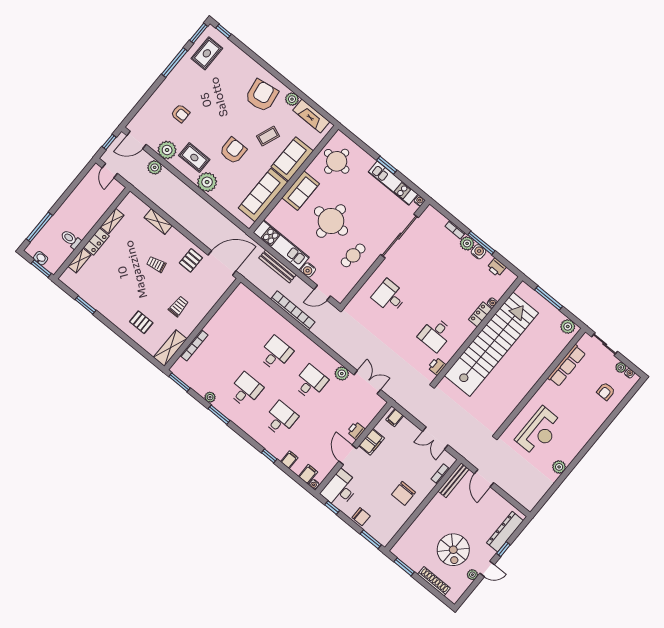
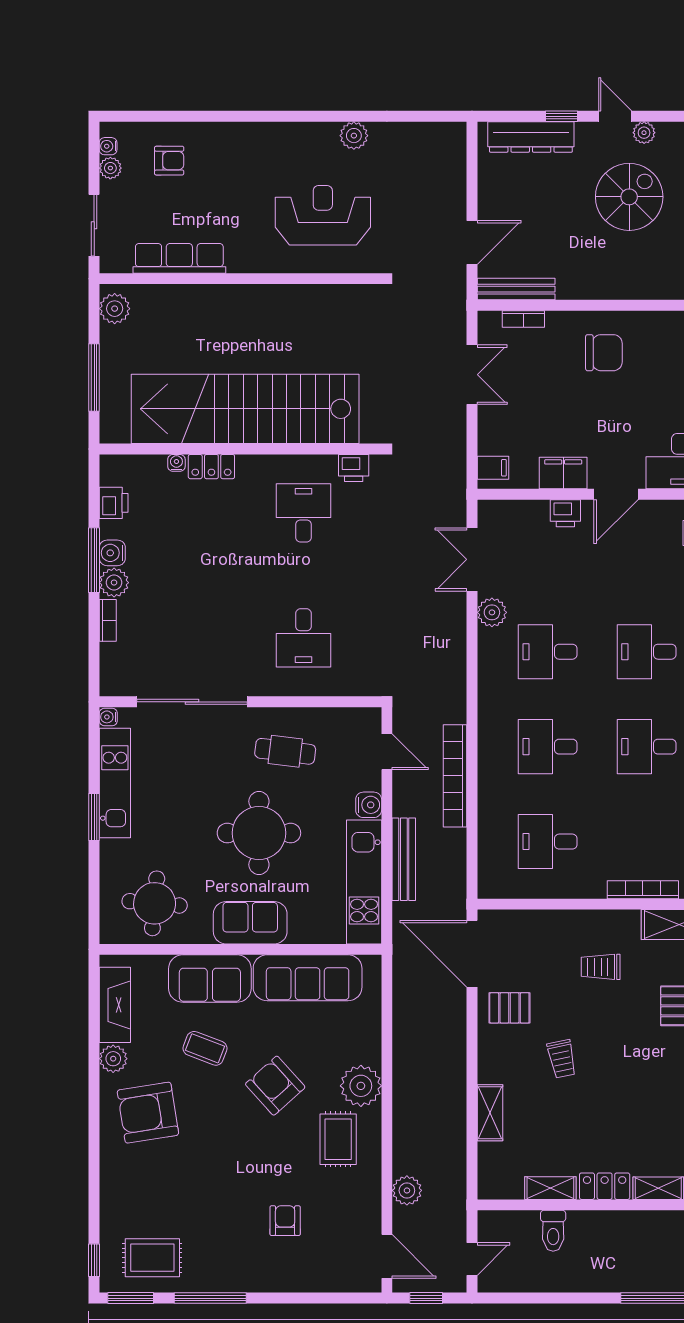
plant: (167, 150) -> (362, 1193), removed
armchair: (233, 151) -> (275, 1086), turned 48
toilet: (71, 239) -> (553, 1231), moved
desk: (241, 325) -> (548, 842), added
desk: (435, 334) -> (304, 513), turned -90

